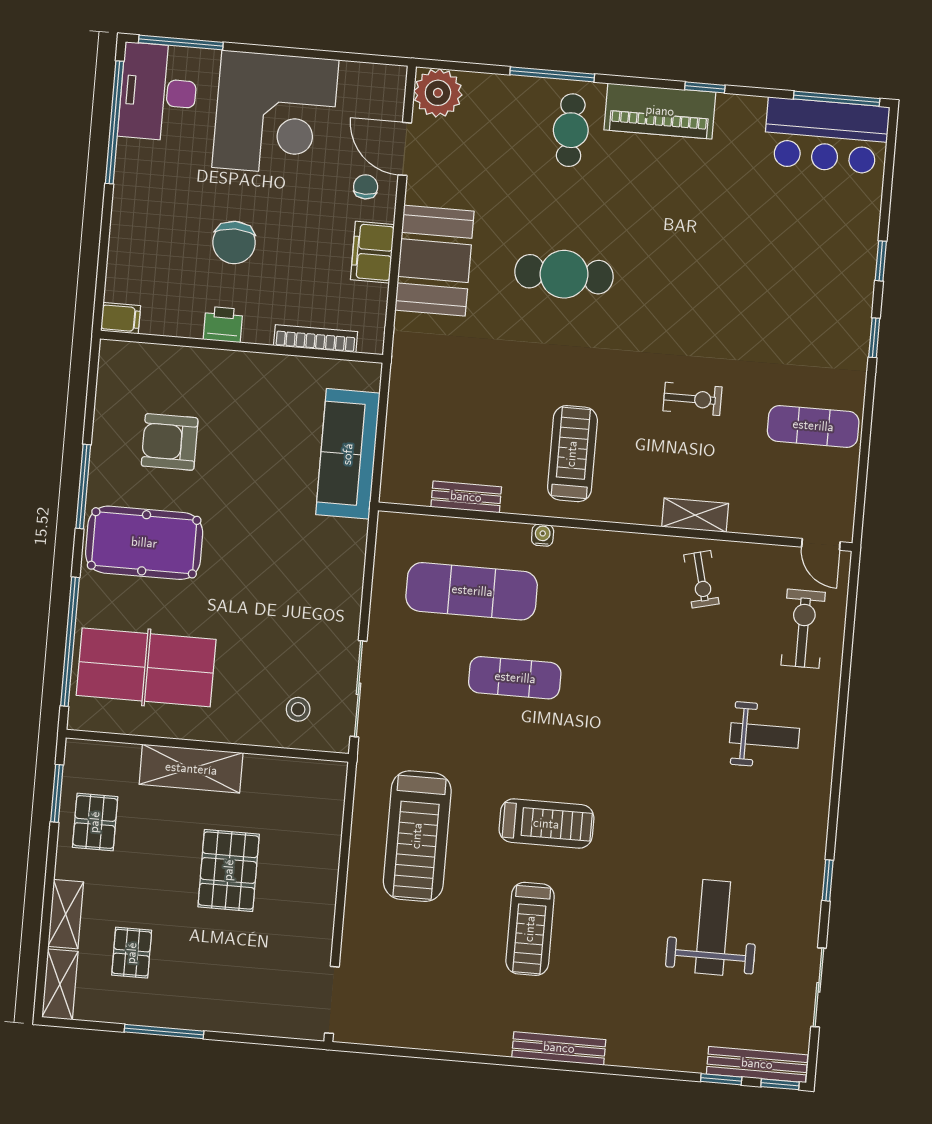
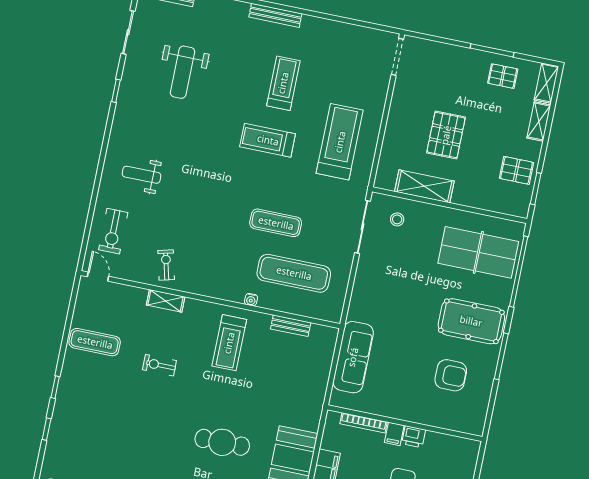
filing cabinet: (121, 318) -> (394, 434), moved, turned -90
shelving: (191, 769) -> (424, 186), moved
pallet: (95, 822) -> (516, 170), turned 90
pallet: (132, 953) -> (503, 76), moved, turned 90

